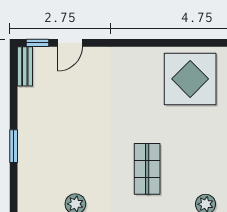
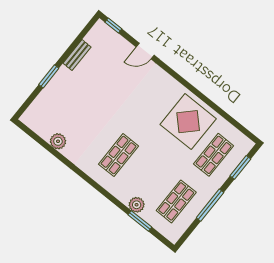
door: (70, 43) -> (145, 51), moved
bench: (25, 66) -> (77, 55), moved

